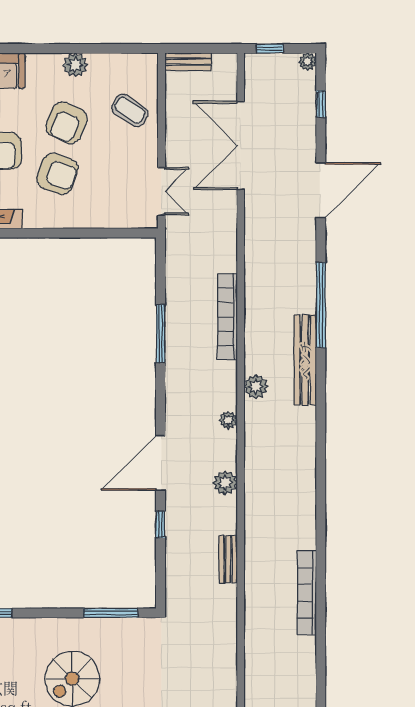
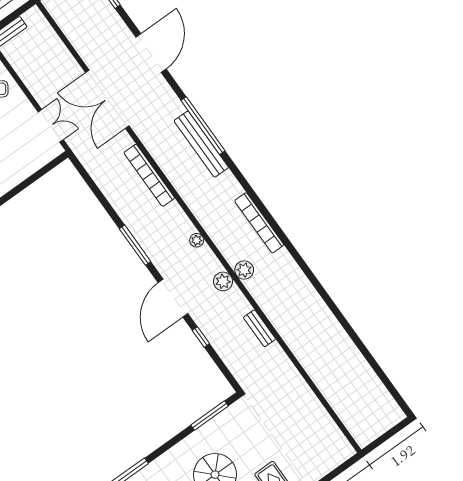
double door: (241, 145) -> (107, 99), moved
window: (160, 334) -> (135, 245), moved
bench: (305, 360) -> (201, 144), moved
plant: (256, 387) -> (244, 270), moved
bookcase: (307, 593) -> (259, 223), moved

